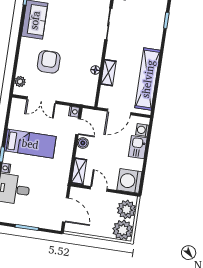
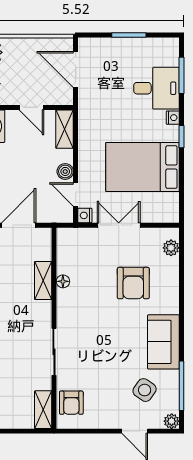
double door: (41, 100) -> (119, 225), moved
bed: (30, 144) -> (143, 167), width x1.50

